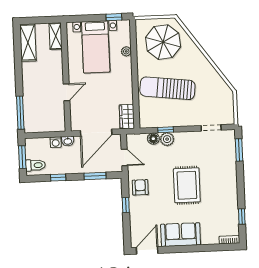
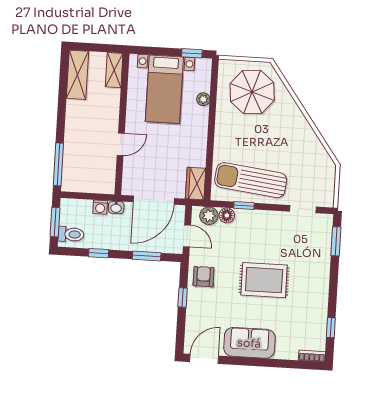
sun lounger: (167, 88) -> (251, 180), moved
plant: (167, 139) -> (209, 216), moved
rug: (187, 185) -> (264, 280), turned 90

